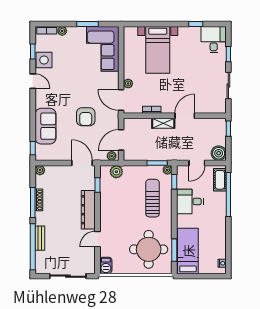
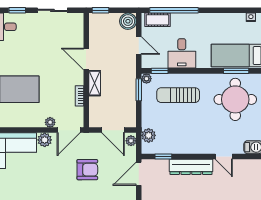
plant: (112, 79) -> (45, 140), added

